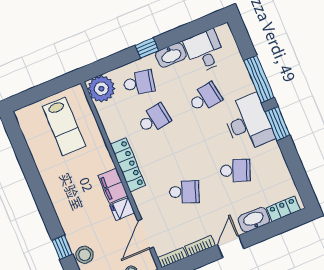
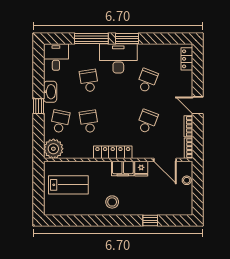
desk: (205, 51) -> (56, 57), moved, turned 90
washbasin: (254, 220) -> (186, 82), removed
stool: (85, 255) -> (112, 202), moved

